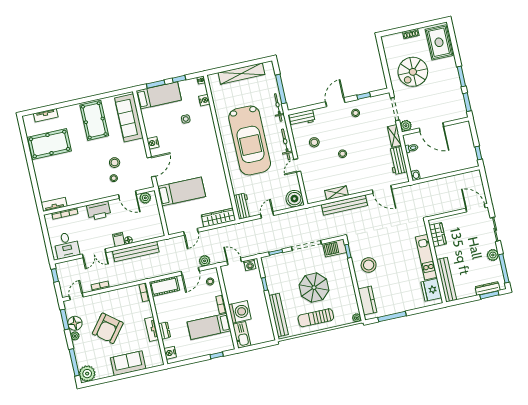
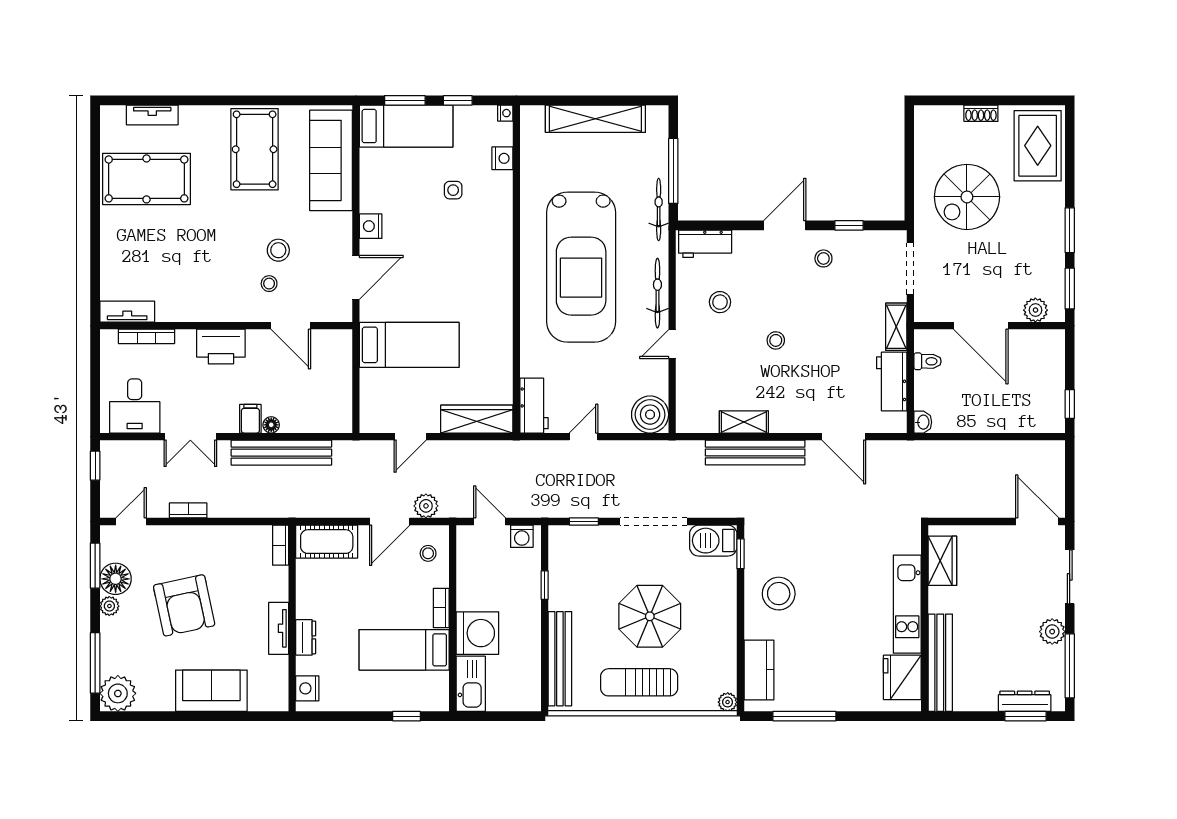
plant: (406, 126) -> (1035, 310), moved
plant: (145, 198) -> (328, 341), removed
armchair: (108, 328) -> (184, 605), turned -50

